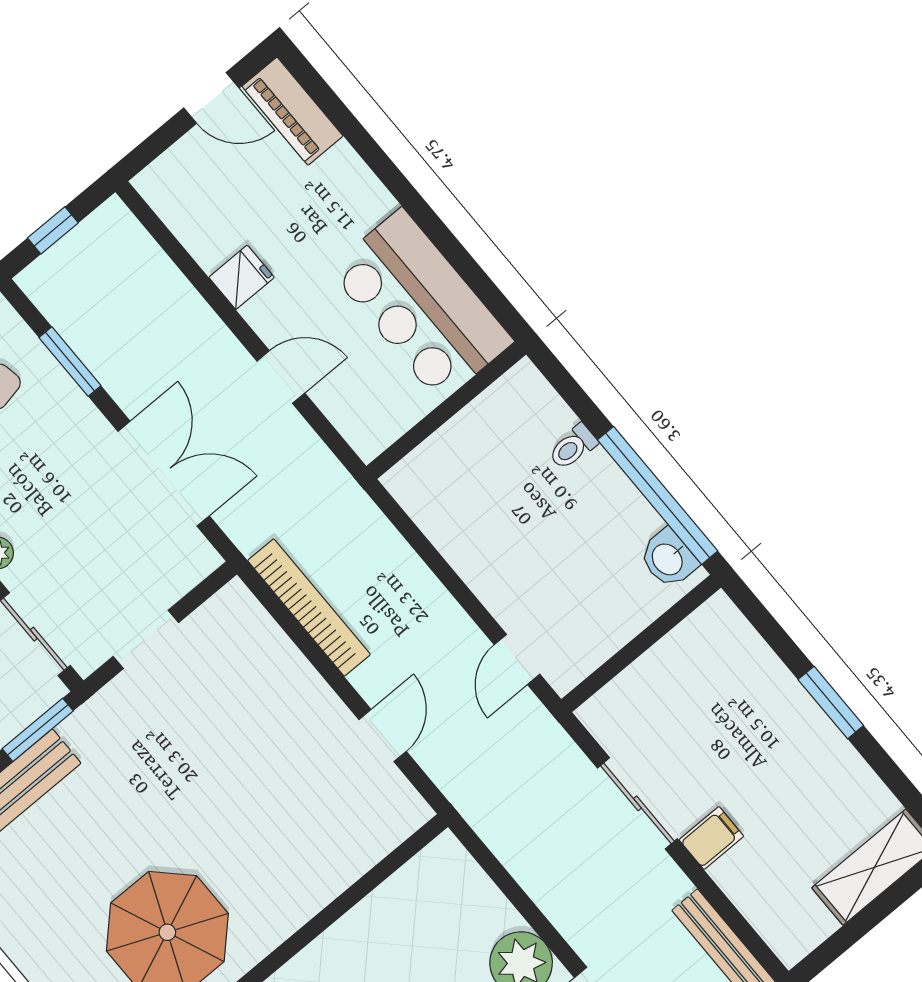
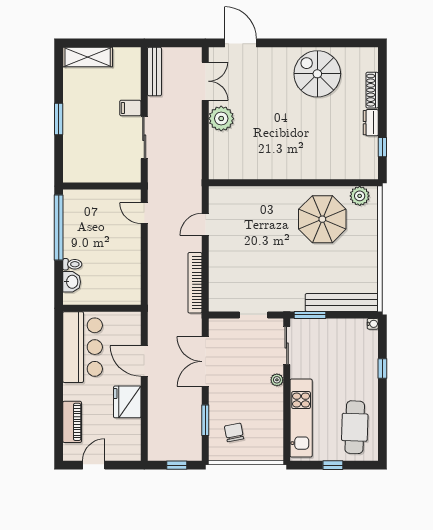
door: (211, 98) -> (94, 465), hinge flipped
piano: (292, 111) -> (72, 422), moved
fridge: (242, 277) -> (127, 402), width x1.88, depth x1.34
door: (281, 377) -> (144, 361), width x1.38
washbasin: (668, 559) -> (72, 282), moved
door: (517, 659) -> (144, 213), swing flipped

